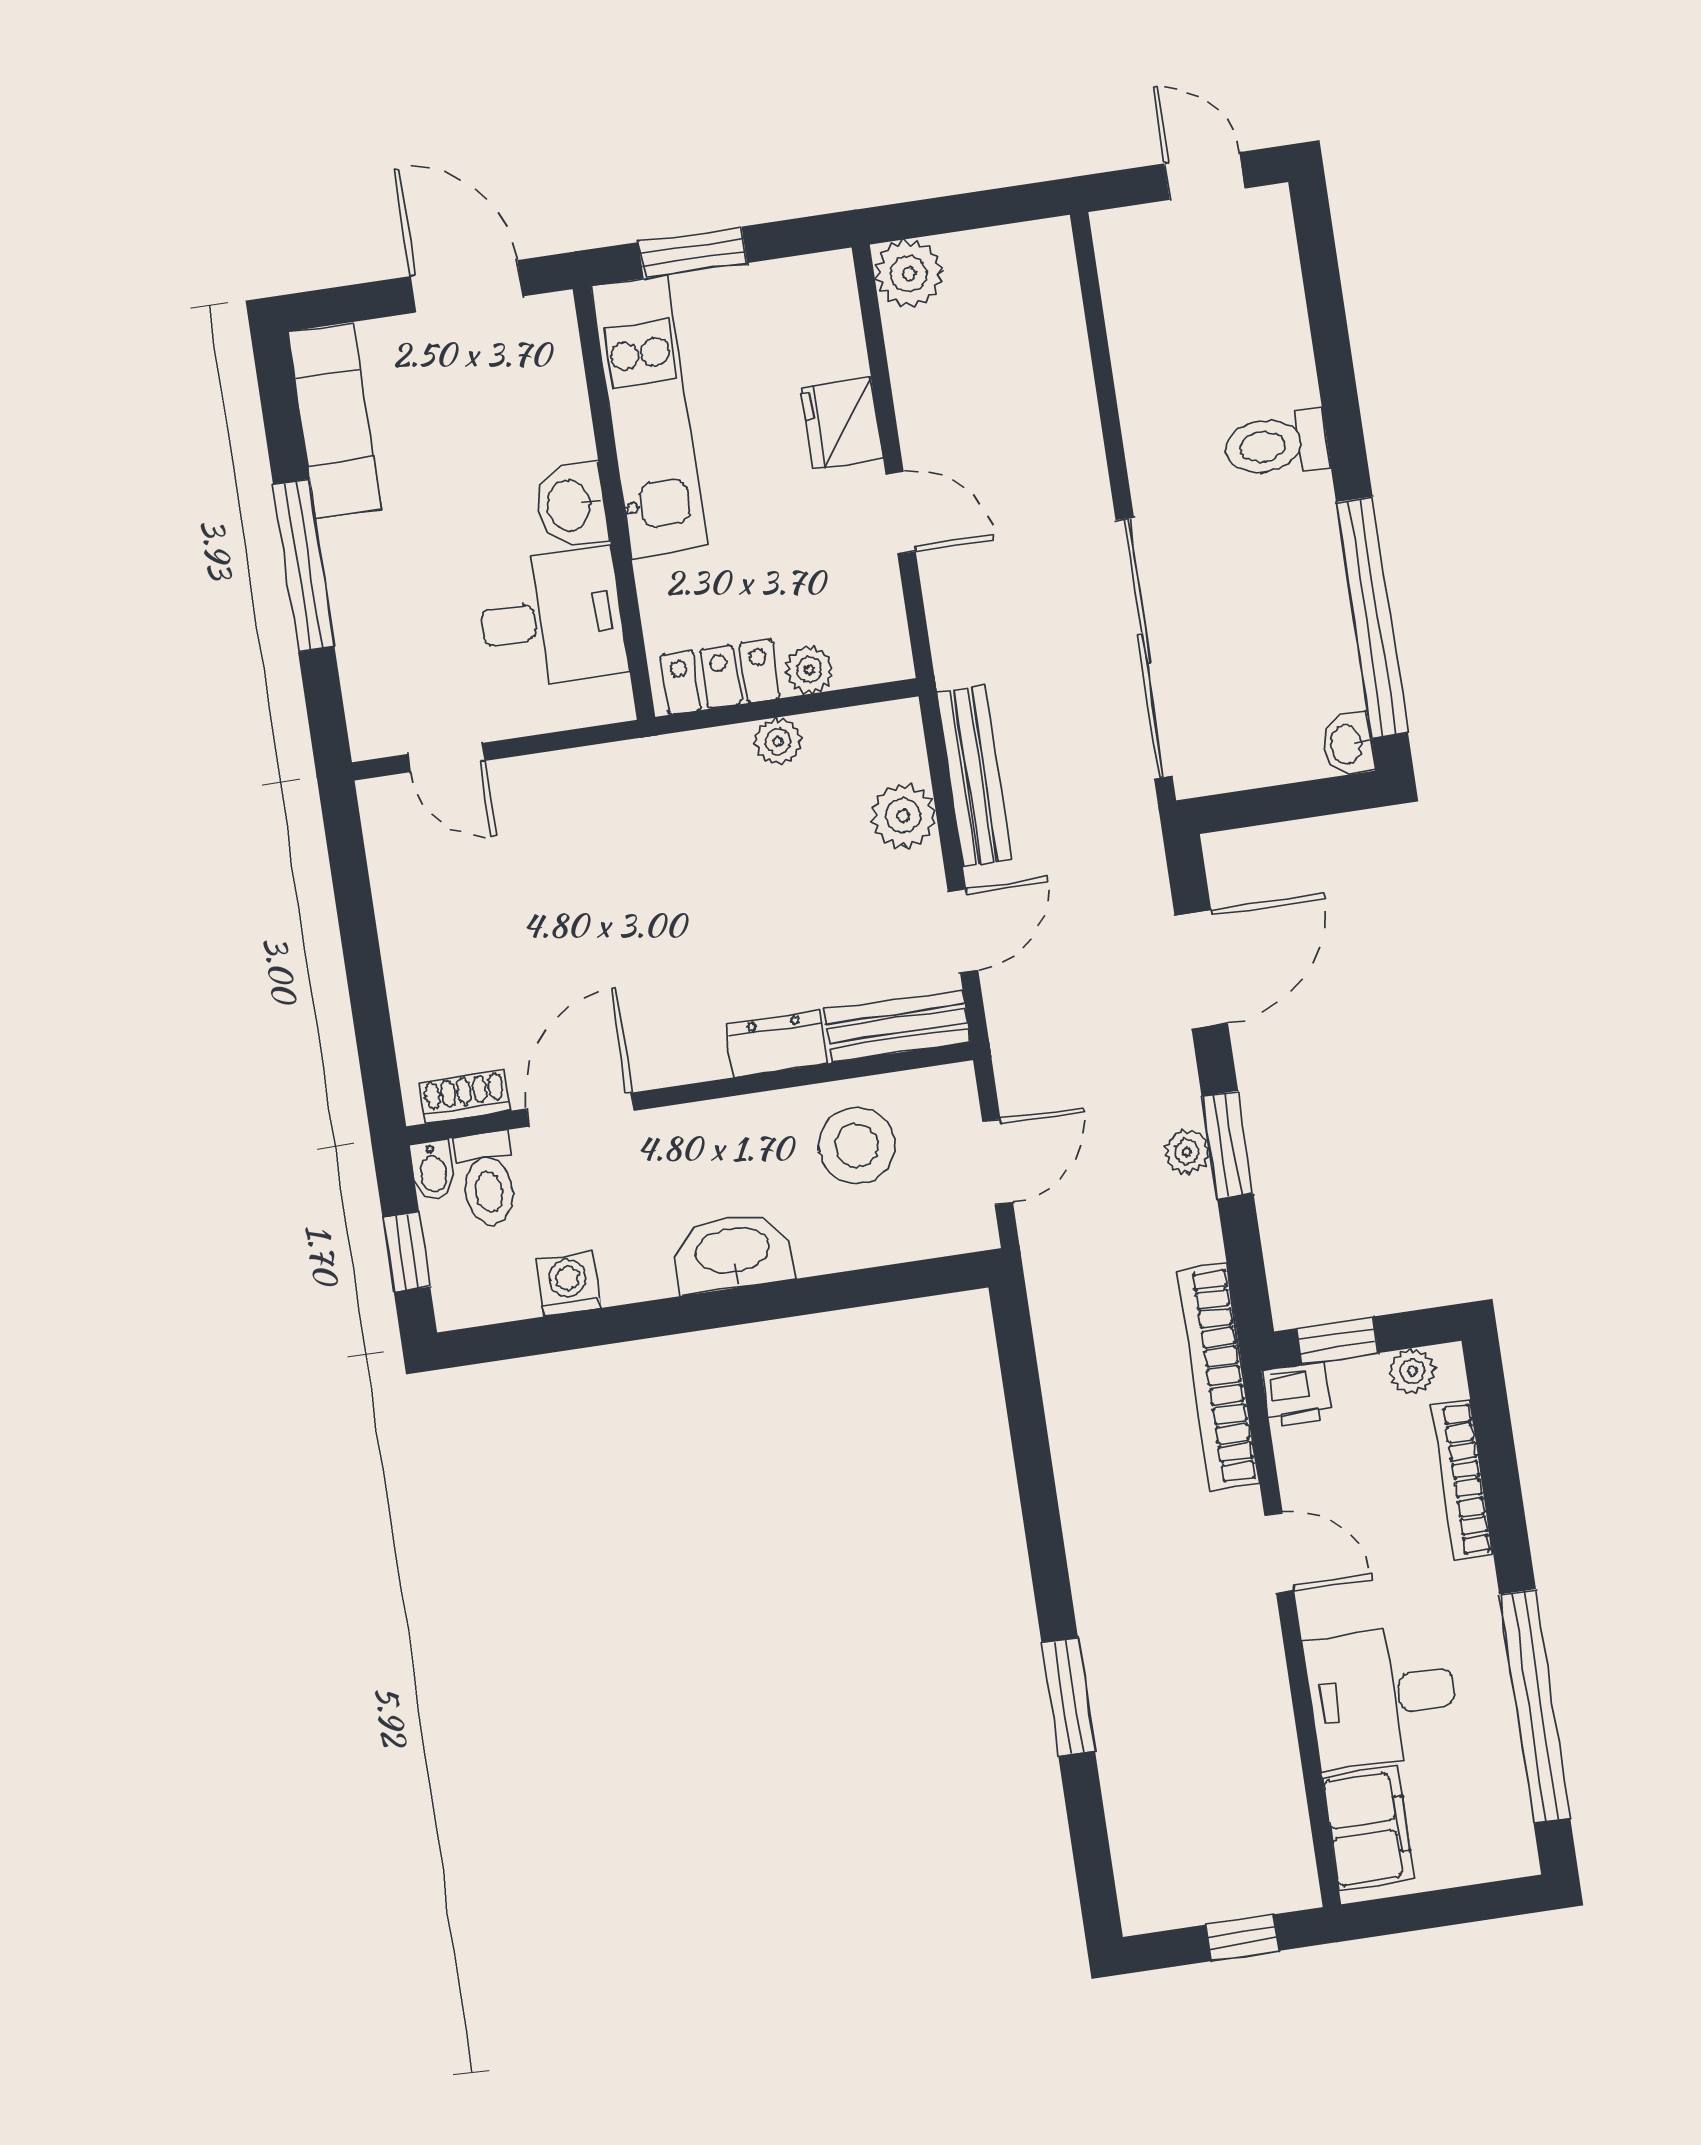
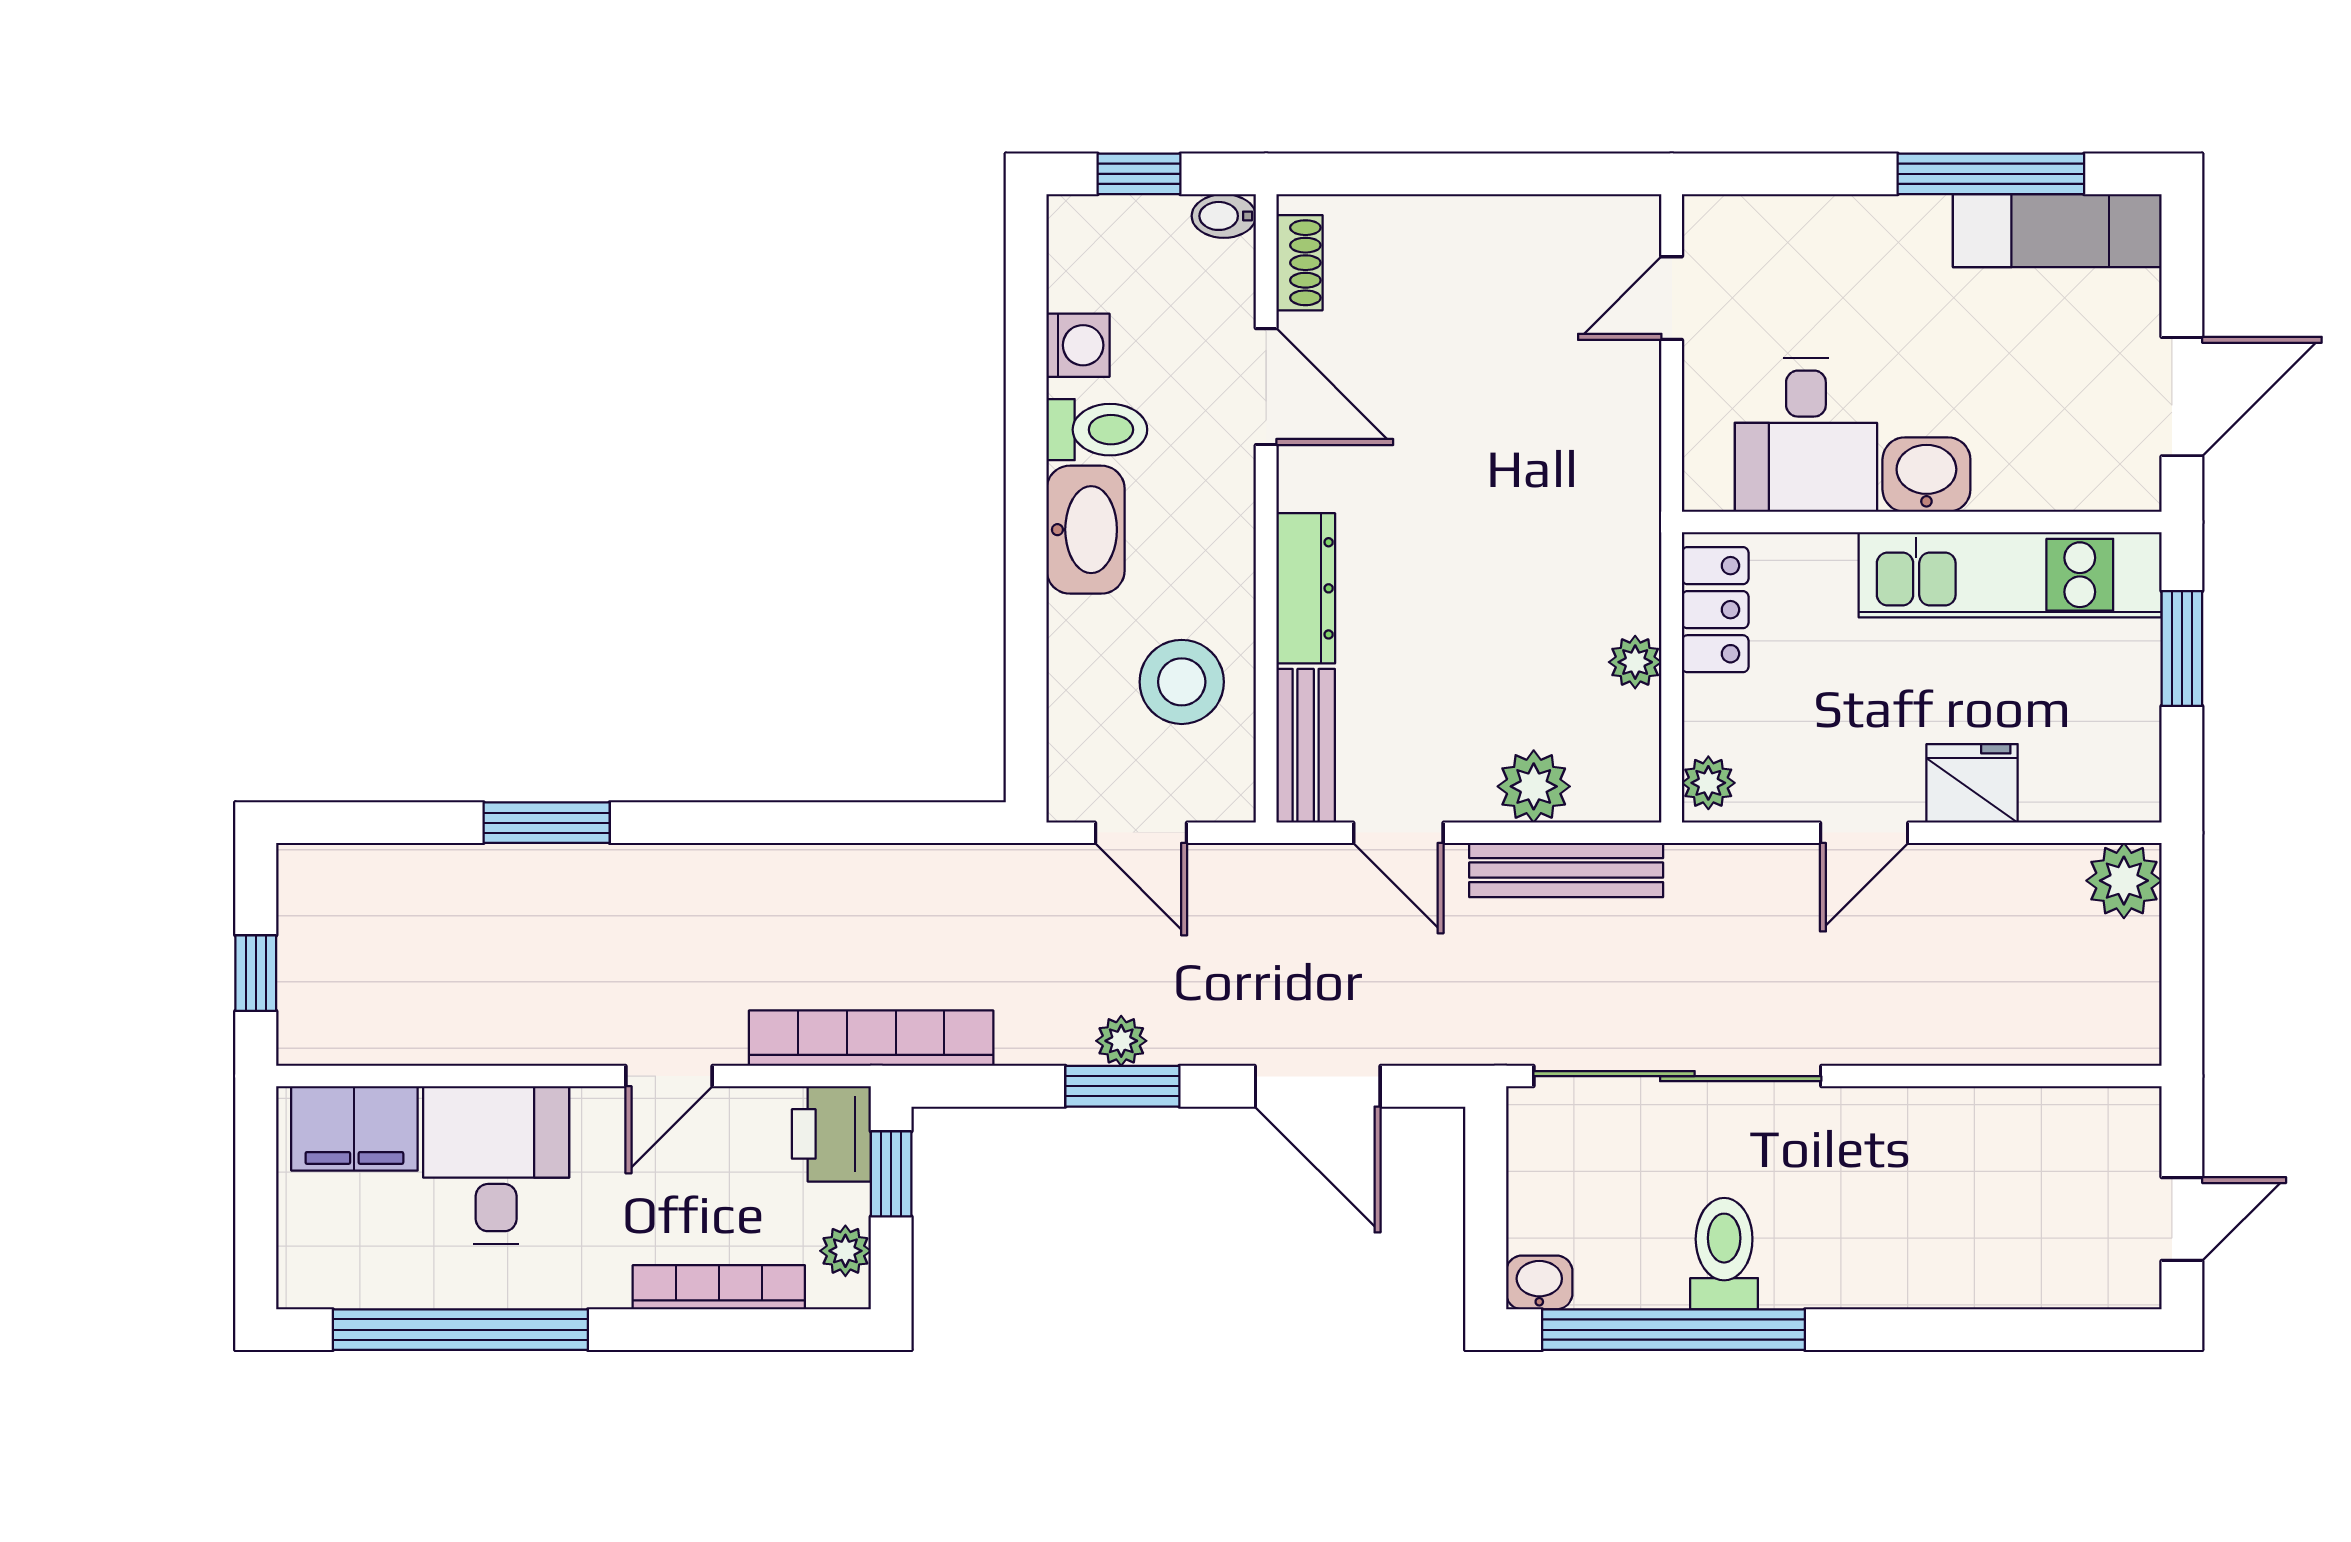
toilet: (1276, 445) -> (1724, 1254), moved
window: (304, 565) -> (1991, 174), moved
plant: (809, 670) -> (1708, 783), moved
dresser: (777, 1044) -> (1306, 588), width x1.44
toilet: (487, 1179) -> (1097, 430), moved, turned 180
printer: (1297, 1394) -> (831, 1134), width x1.36, depth x1.24

